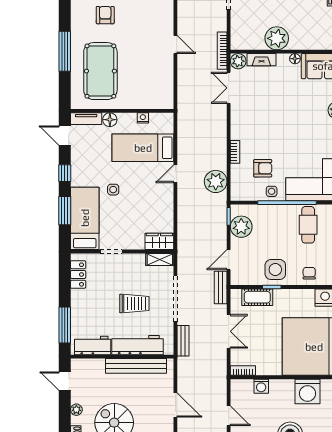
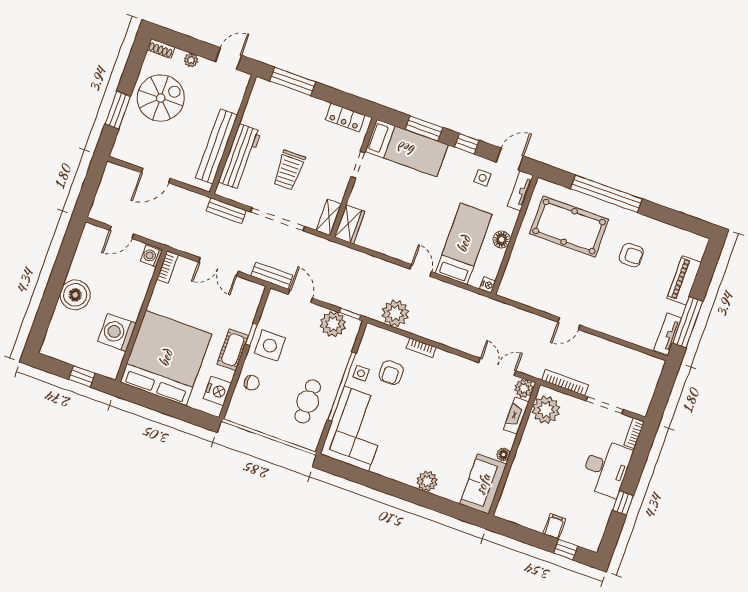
plant: (277, 38) -> (546, 410), moved
window: (65, 51) -> (606, 194), width x1.46
bookcase: (222, 51) -> (565, 382), moved
nightstand: (143, 118) -> (488, 285), moved
floor lamp: (110, 120) -> (502, 240), moved
side table: (113, 190) -> (482, 178), moved
cafe table: (308, 225) -> (308, 402), turned 90
cot: (257, 297) -> (233, 350), moved
workbench: (93, 345) -> (258, 105), removed
washing machine: (261, 386) -> (151, 256), moved

